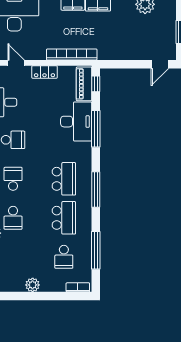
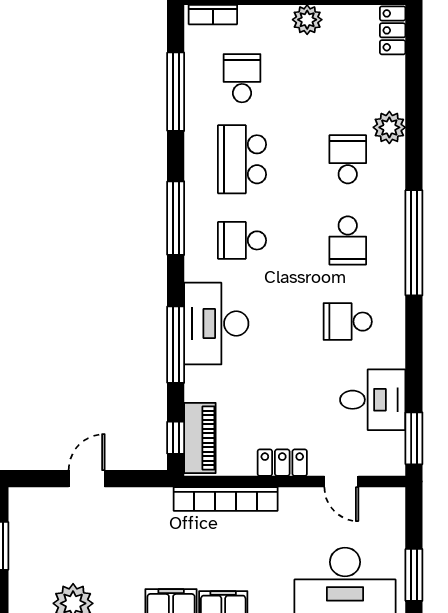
door: (160, 64) -> (87, 479), moved
desk: (76, 122) -> (216, 324), moved
school desk: (64, 179) -> (242, 240), width x0.54

